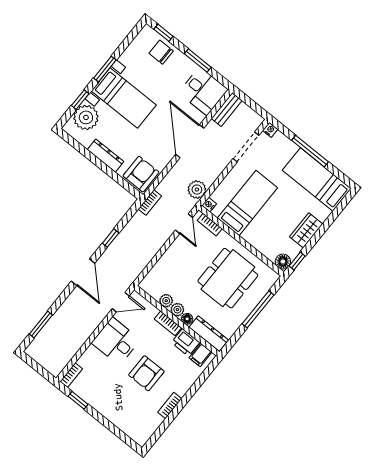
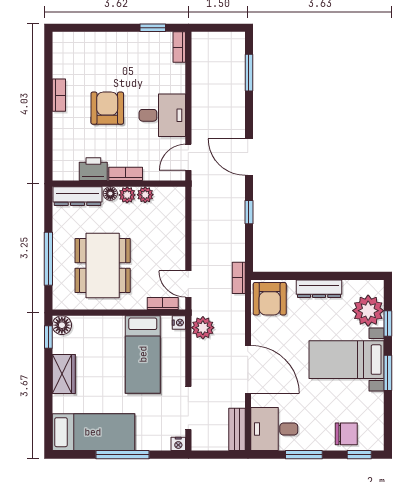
filing cabinet: (200, 355) -> (69, 169), removed

